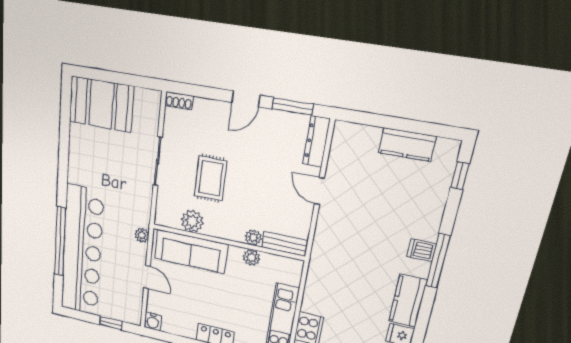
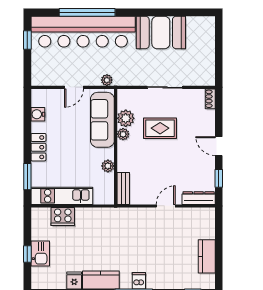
booth: (101, 104) -> (161, 32), moved, turned 90
window: (293, 107) -> (219, 178), width x0.67
plant: (253, 237) -> (123, 134), moved
water cooler: (153, 321) -> (38, 114), moved
window: (111, 323) -> (27, 40), moved

